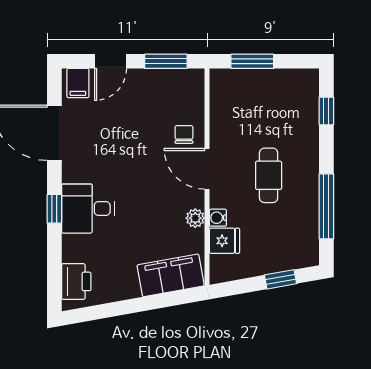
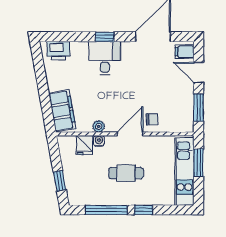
kitchen unit: (266, 83) -> (184, 172), added
window: (326, 111) -> (143, 210), moved

